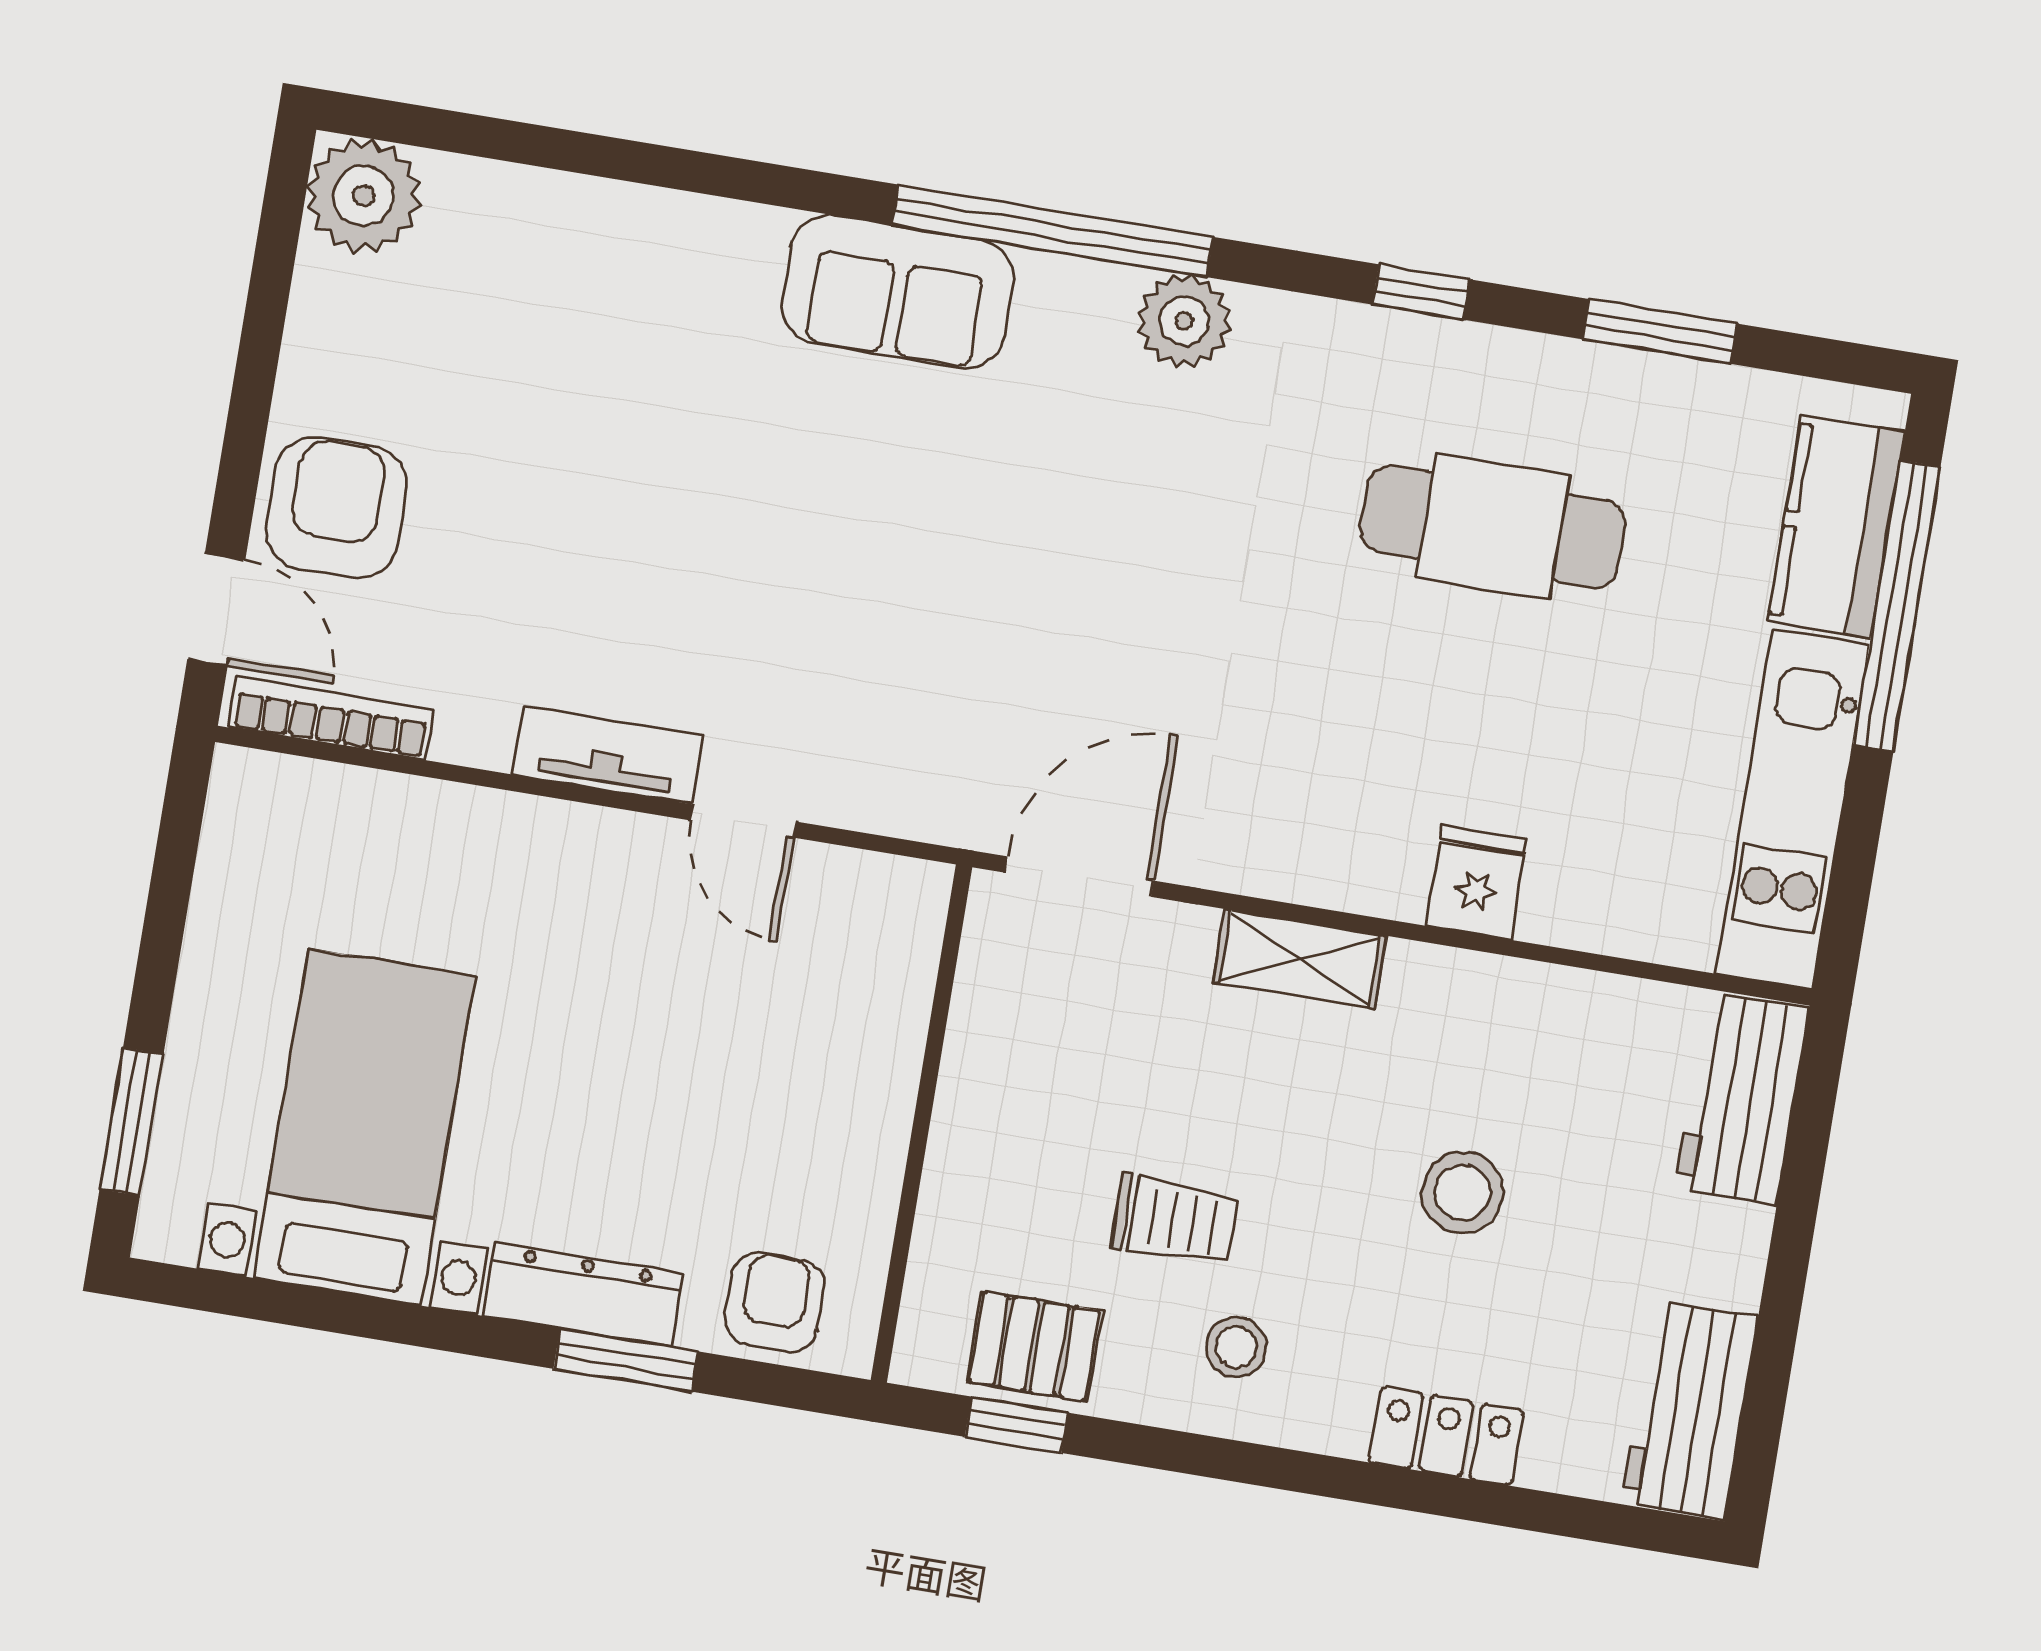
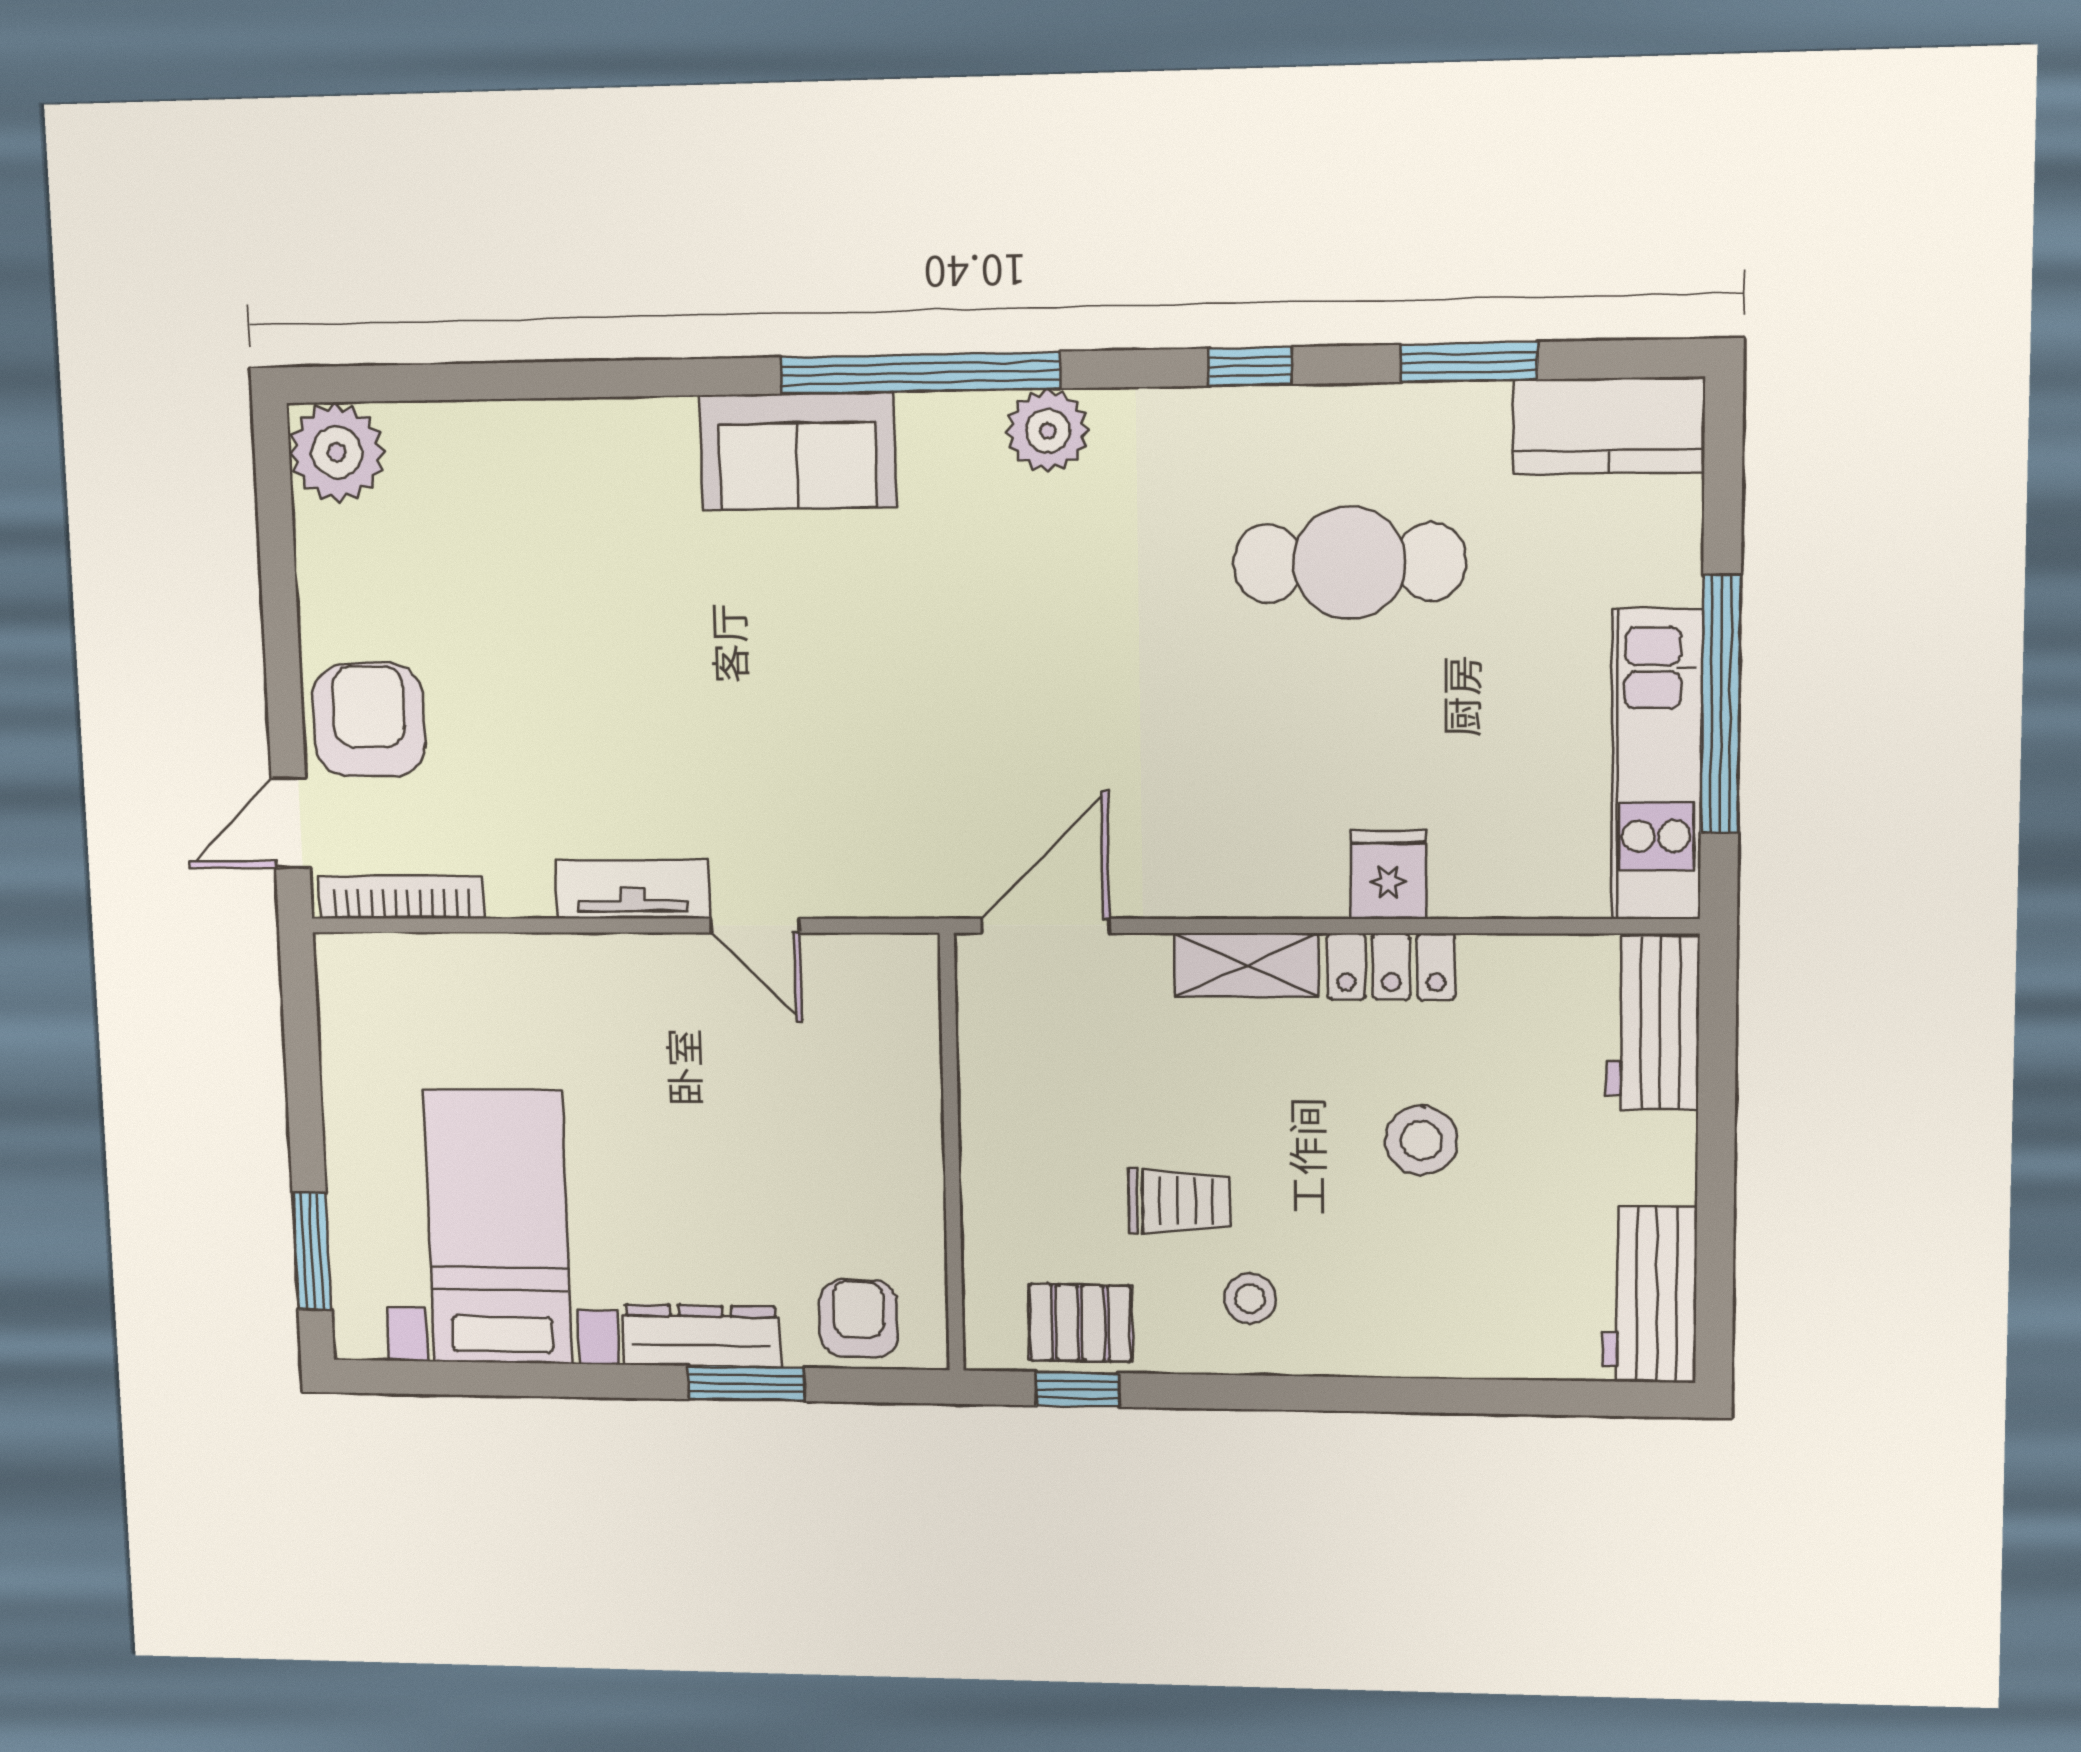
kitchen counter: (1836, 527) -> (1609, 426), moved, turned -90
window: (1897, 606) -> (1721, 705), moved
door: (216, 610) -> (291, 823), swing flipped
locker: (1446, 1436) -> (1391, 967), moved, turned 180

